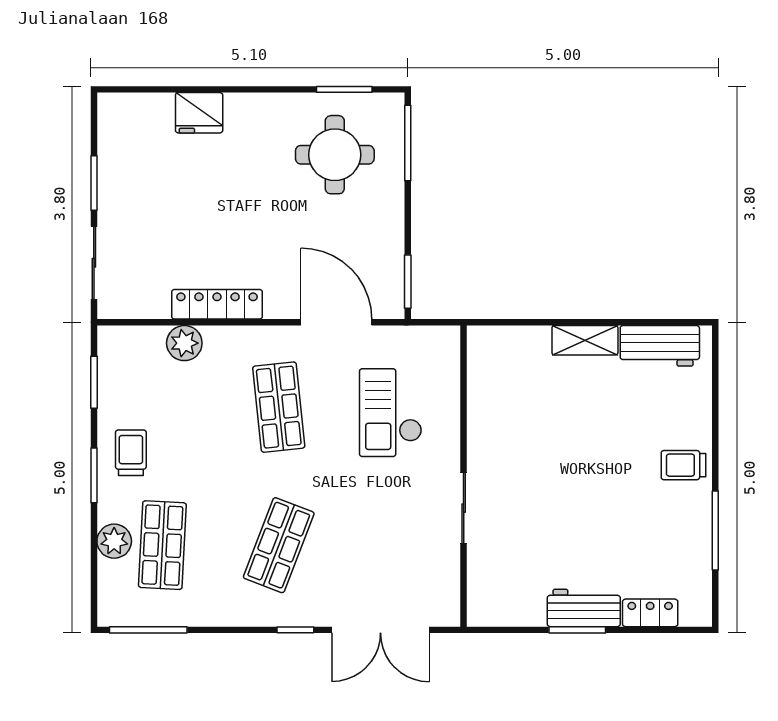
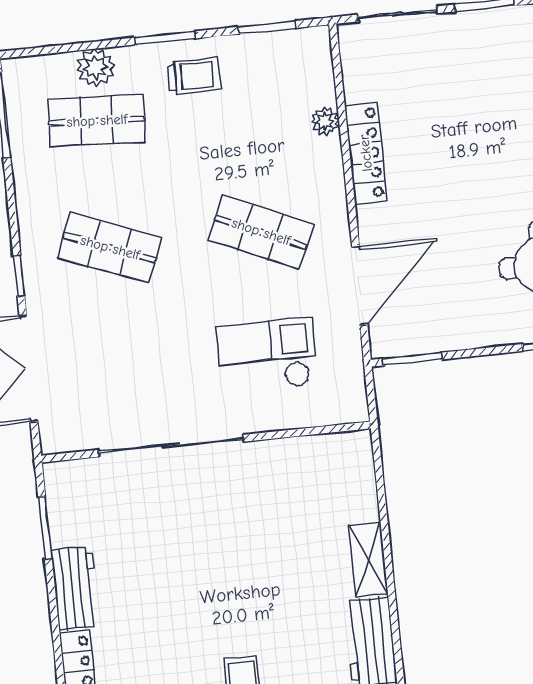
plant: (184, 343) -> (325, 121), width x0.73, depth x0.73
shop shelf: (279, 407) -> (261, 232), turned 30
sliding door: (464, 508) -> (171, 446), width x1.86
window: (577, 630) -> (45, 528), moved

